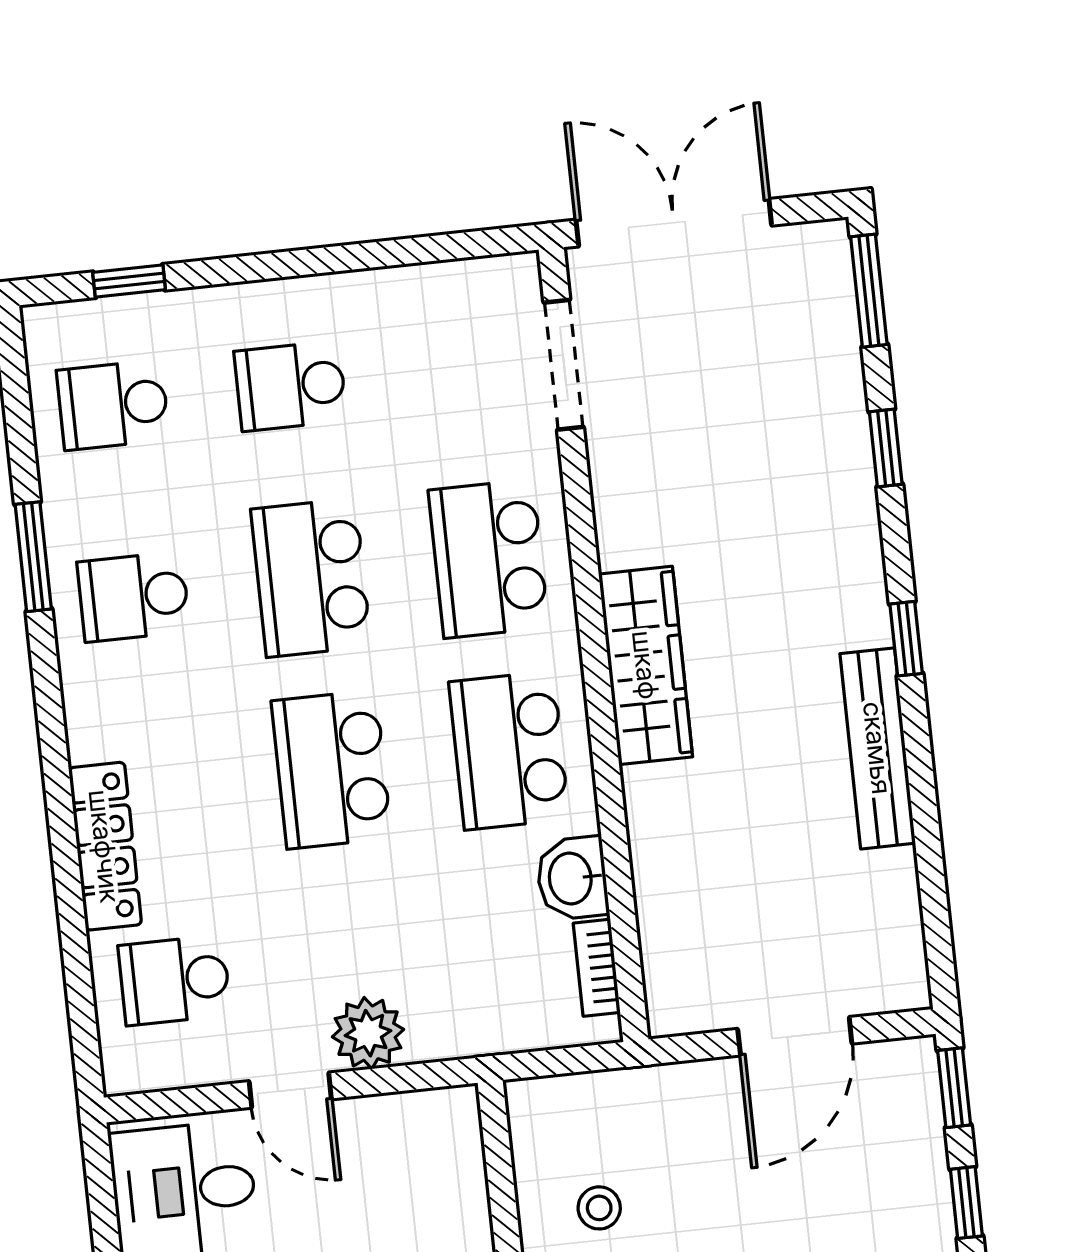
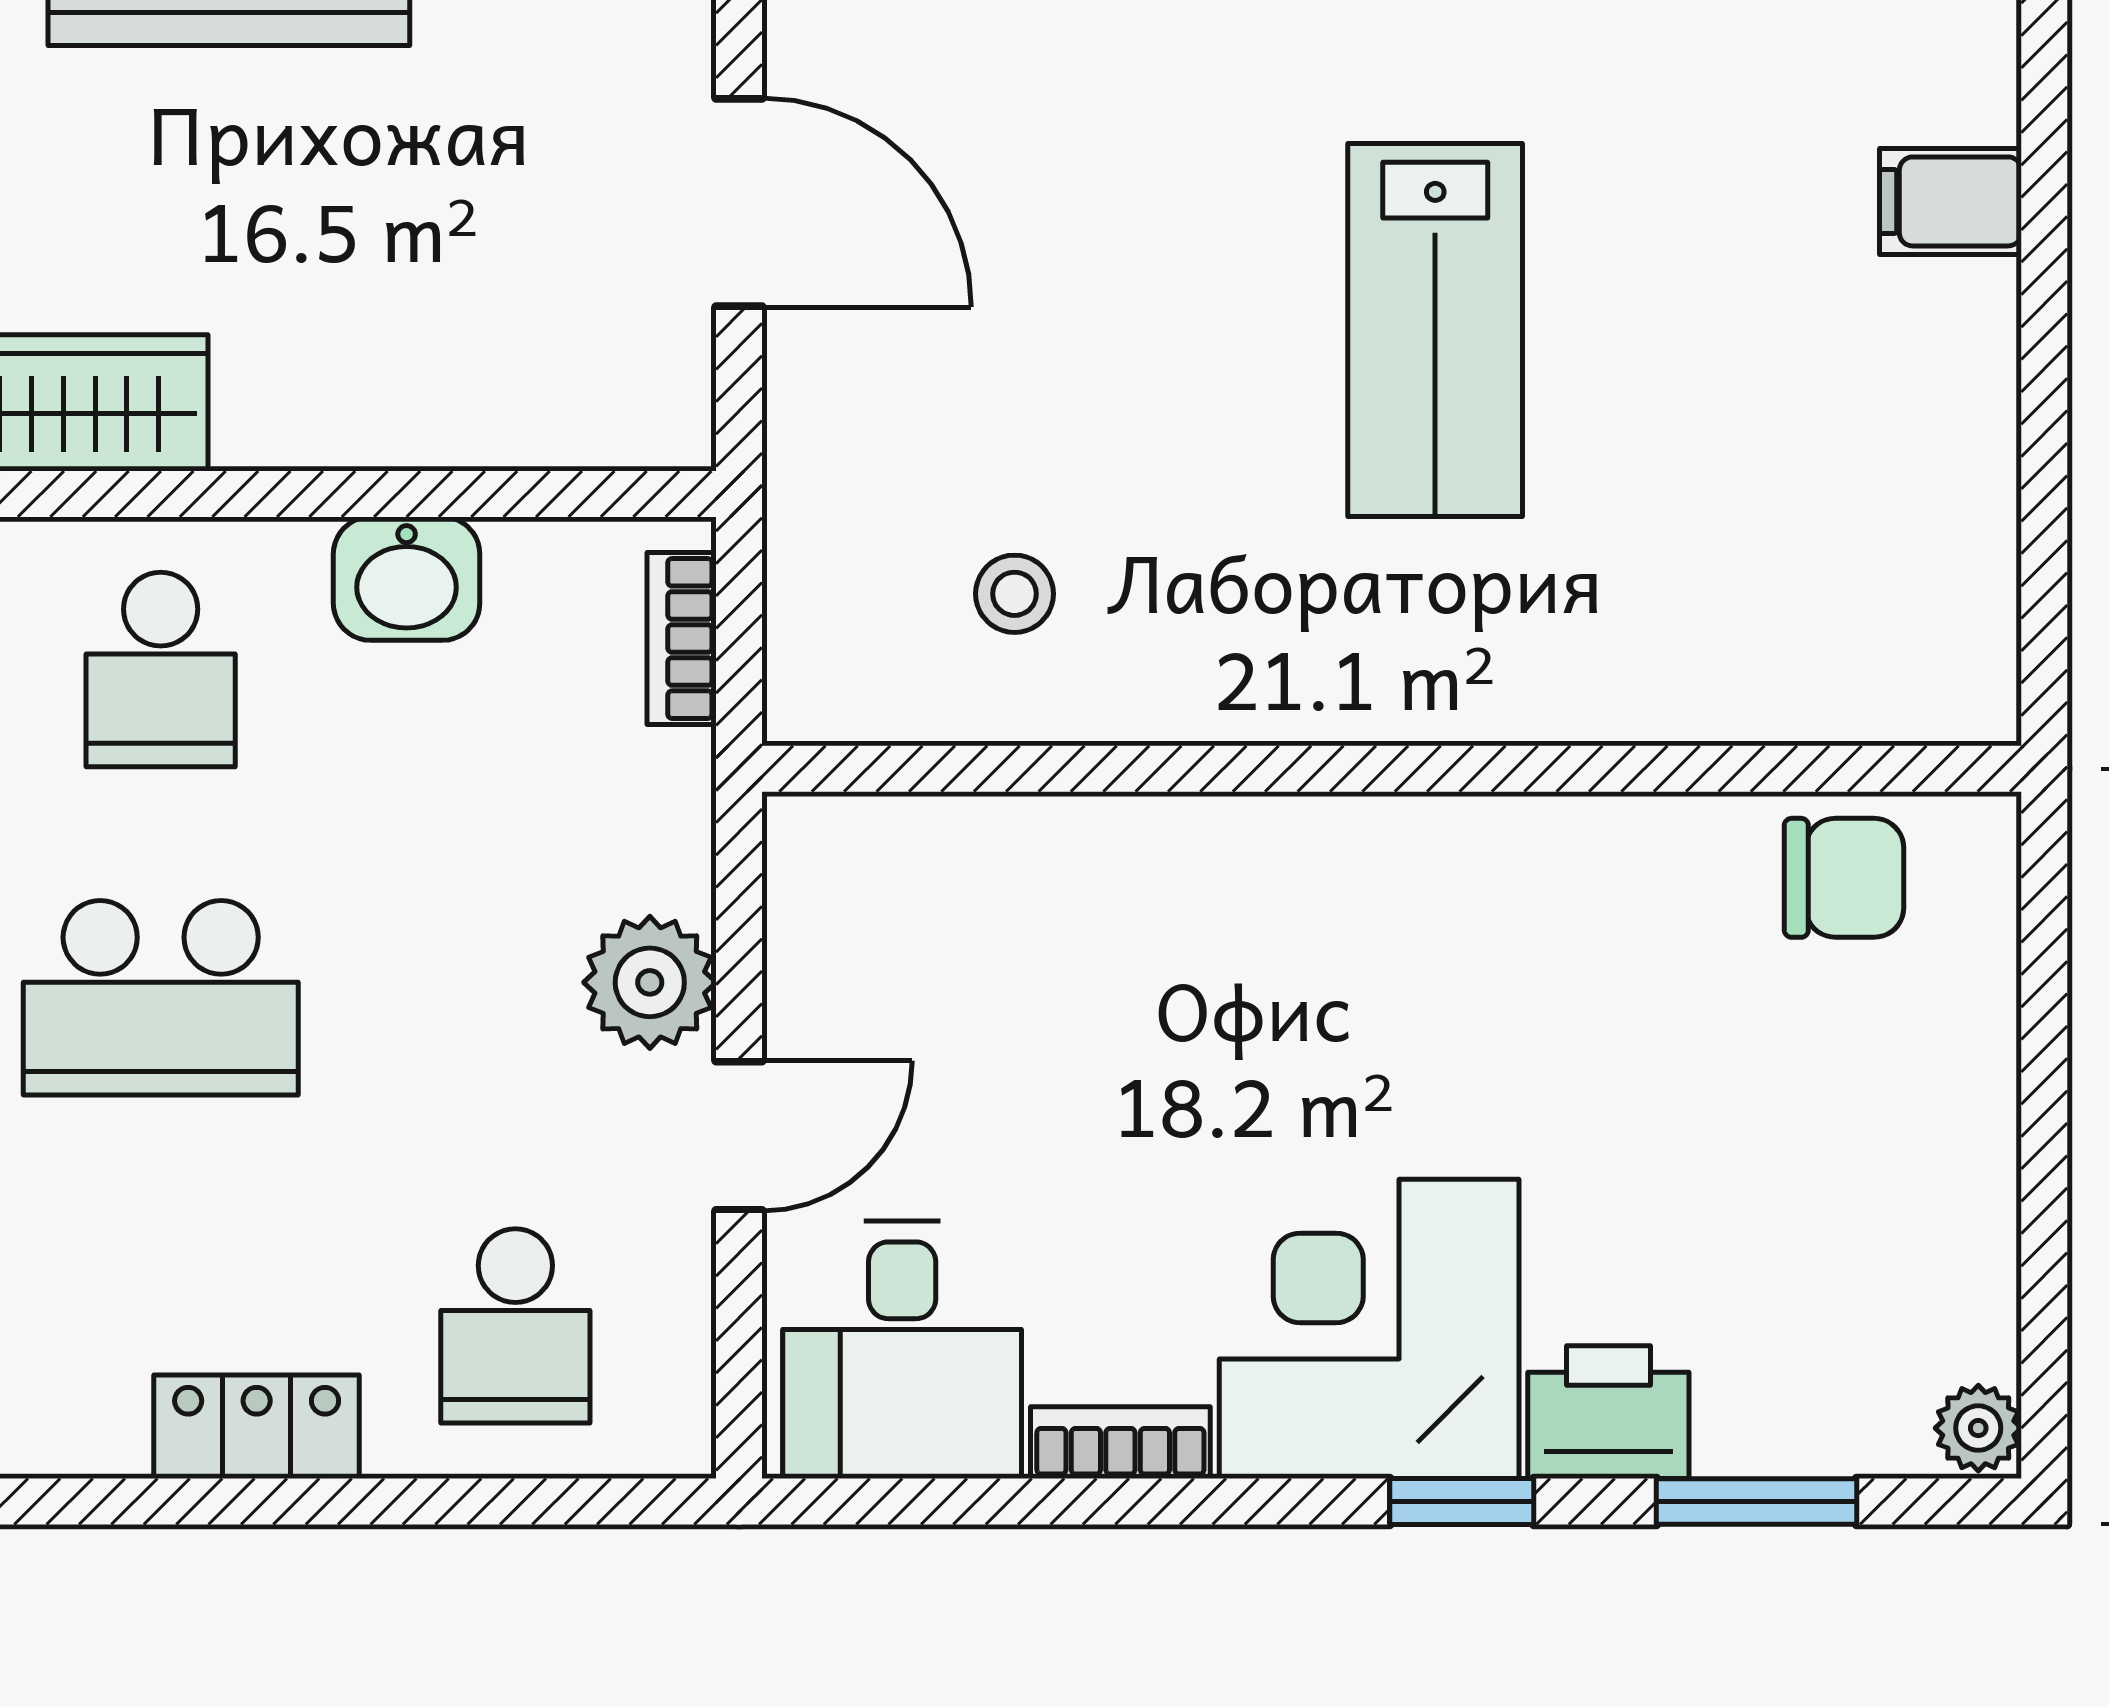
school desk: (509, 751) -> (161, 669), width x0.54
locker: (105, 846) -> (257, 1427), width x0.66
bookcase: (597, 968) -> (682, 638), moved, turned 90

